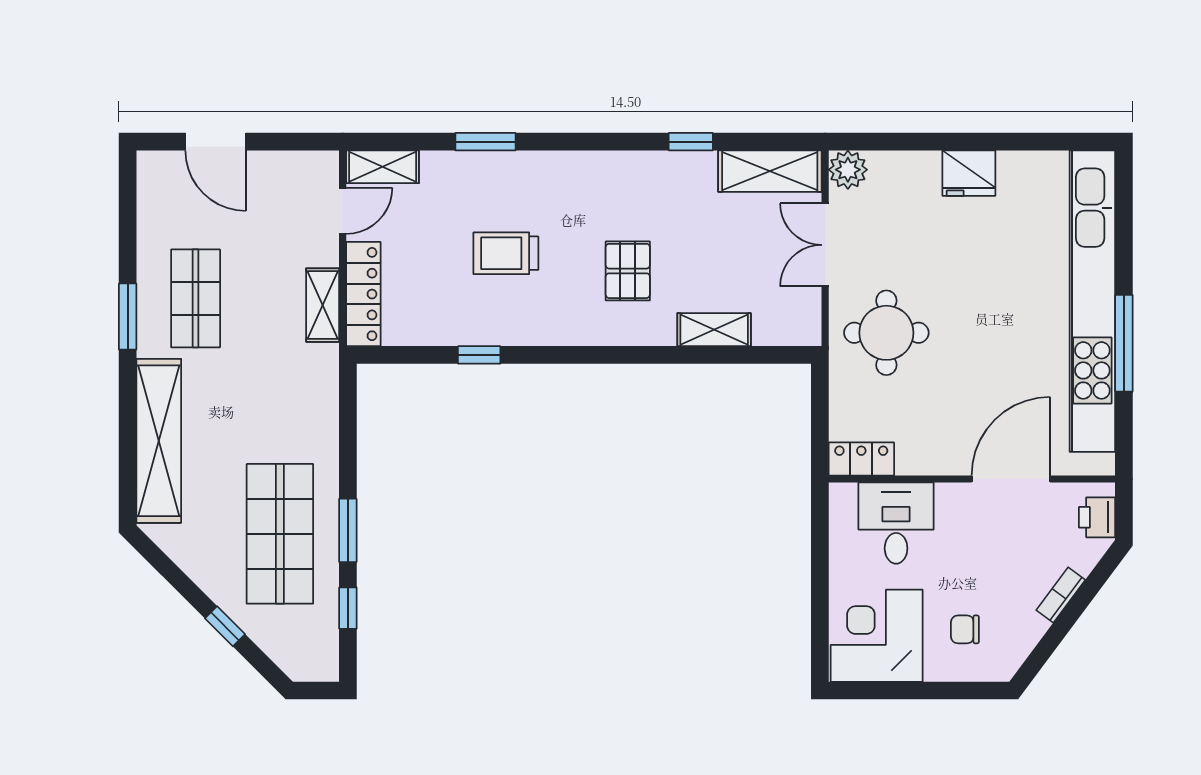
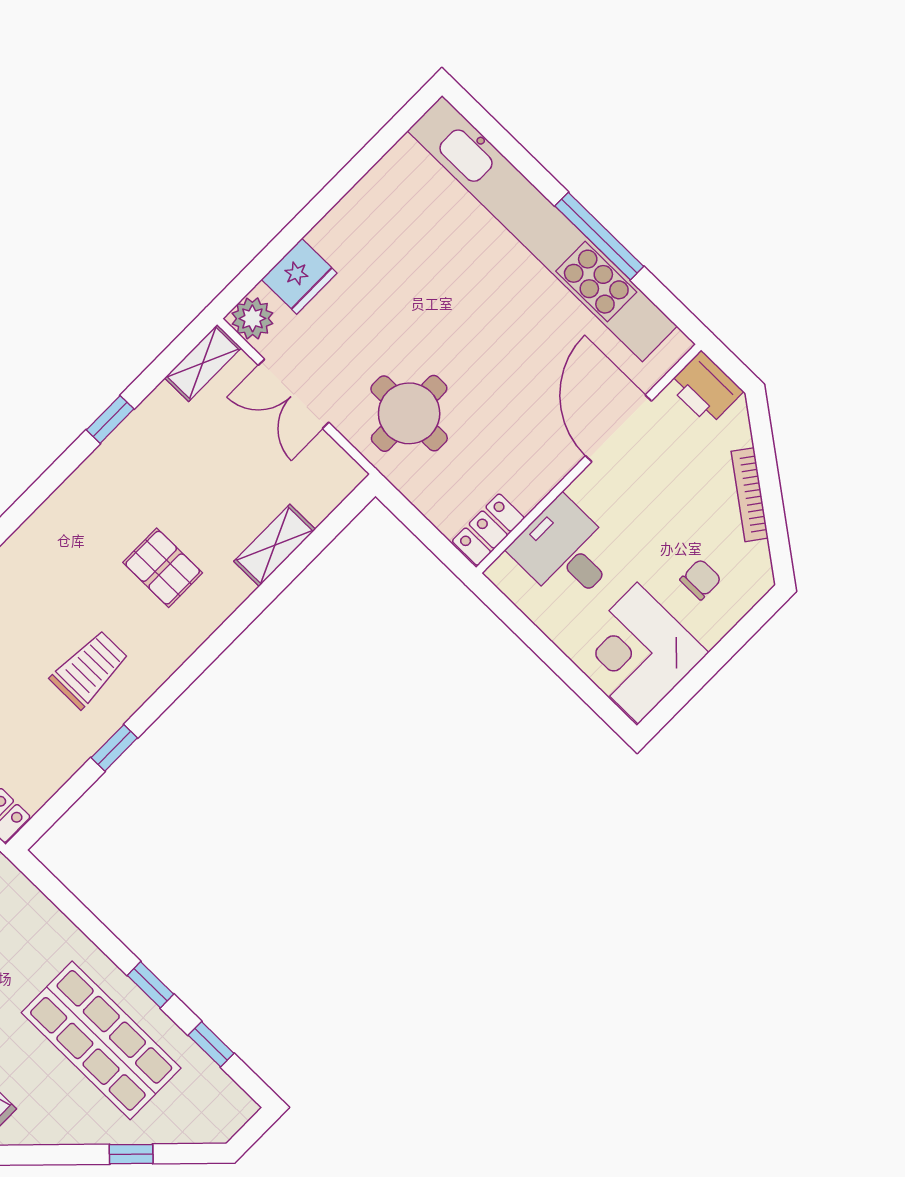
shelving: (770, 171) -> (203, 363), width x0.67, depth x0.75
fridge: (969, 173) -> (299, 276), moved
trolley: (506, 253) -> (89, 669), moved, turned 180
printer: (1097, 517) -> (705, 388), width x1.36, depth x1.24
window: (348, 530) -> (150, 985), width x0.67
bookcase: (1061, 595) -> (750, 495), width x1.56
chair: (965, 629) -> (701, 579), turned 180

